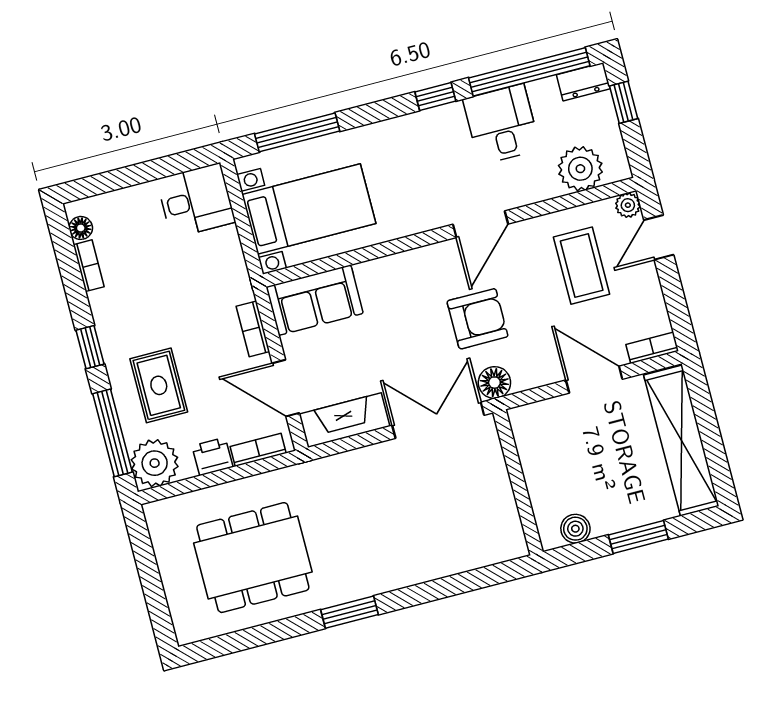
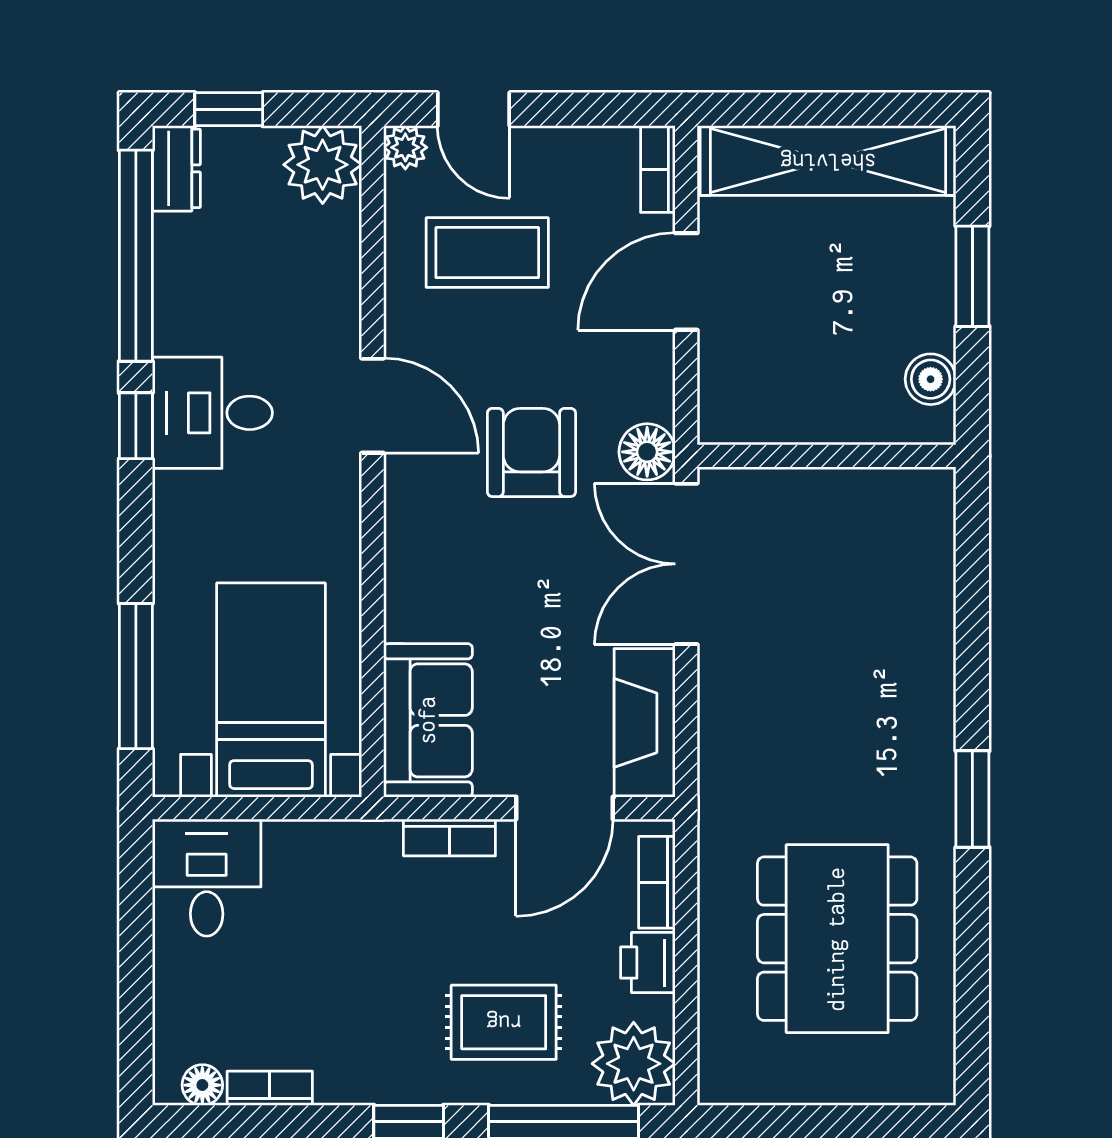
desk: (502, 124) -> (212, 413), moved
plant: (580, 169) -> (323, 165), moved

